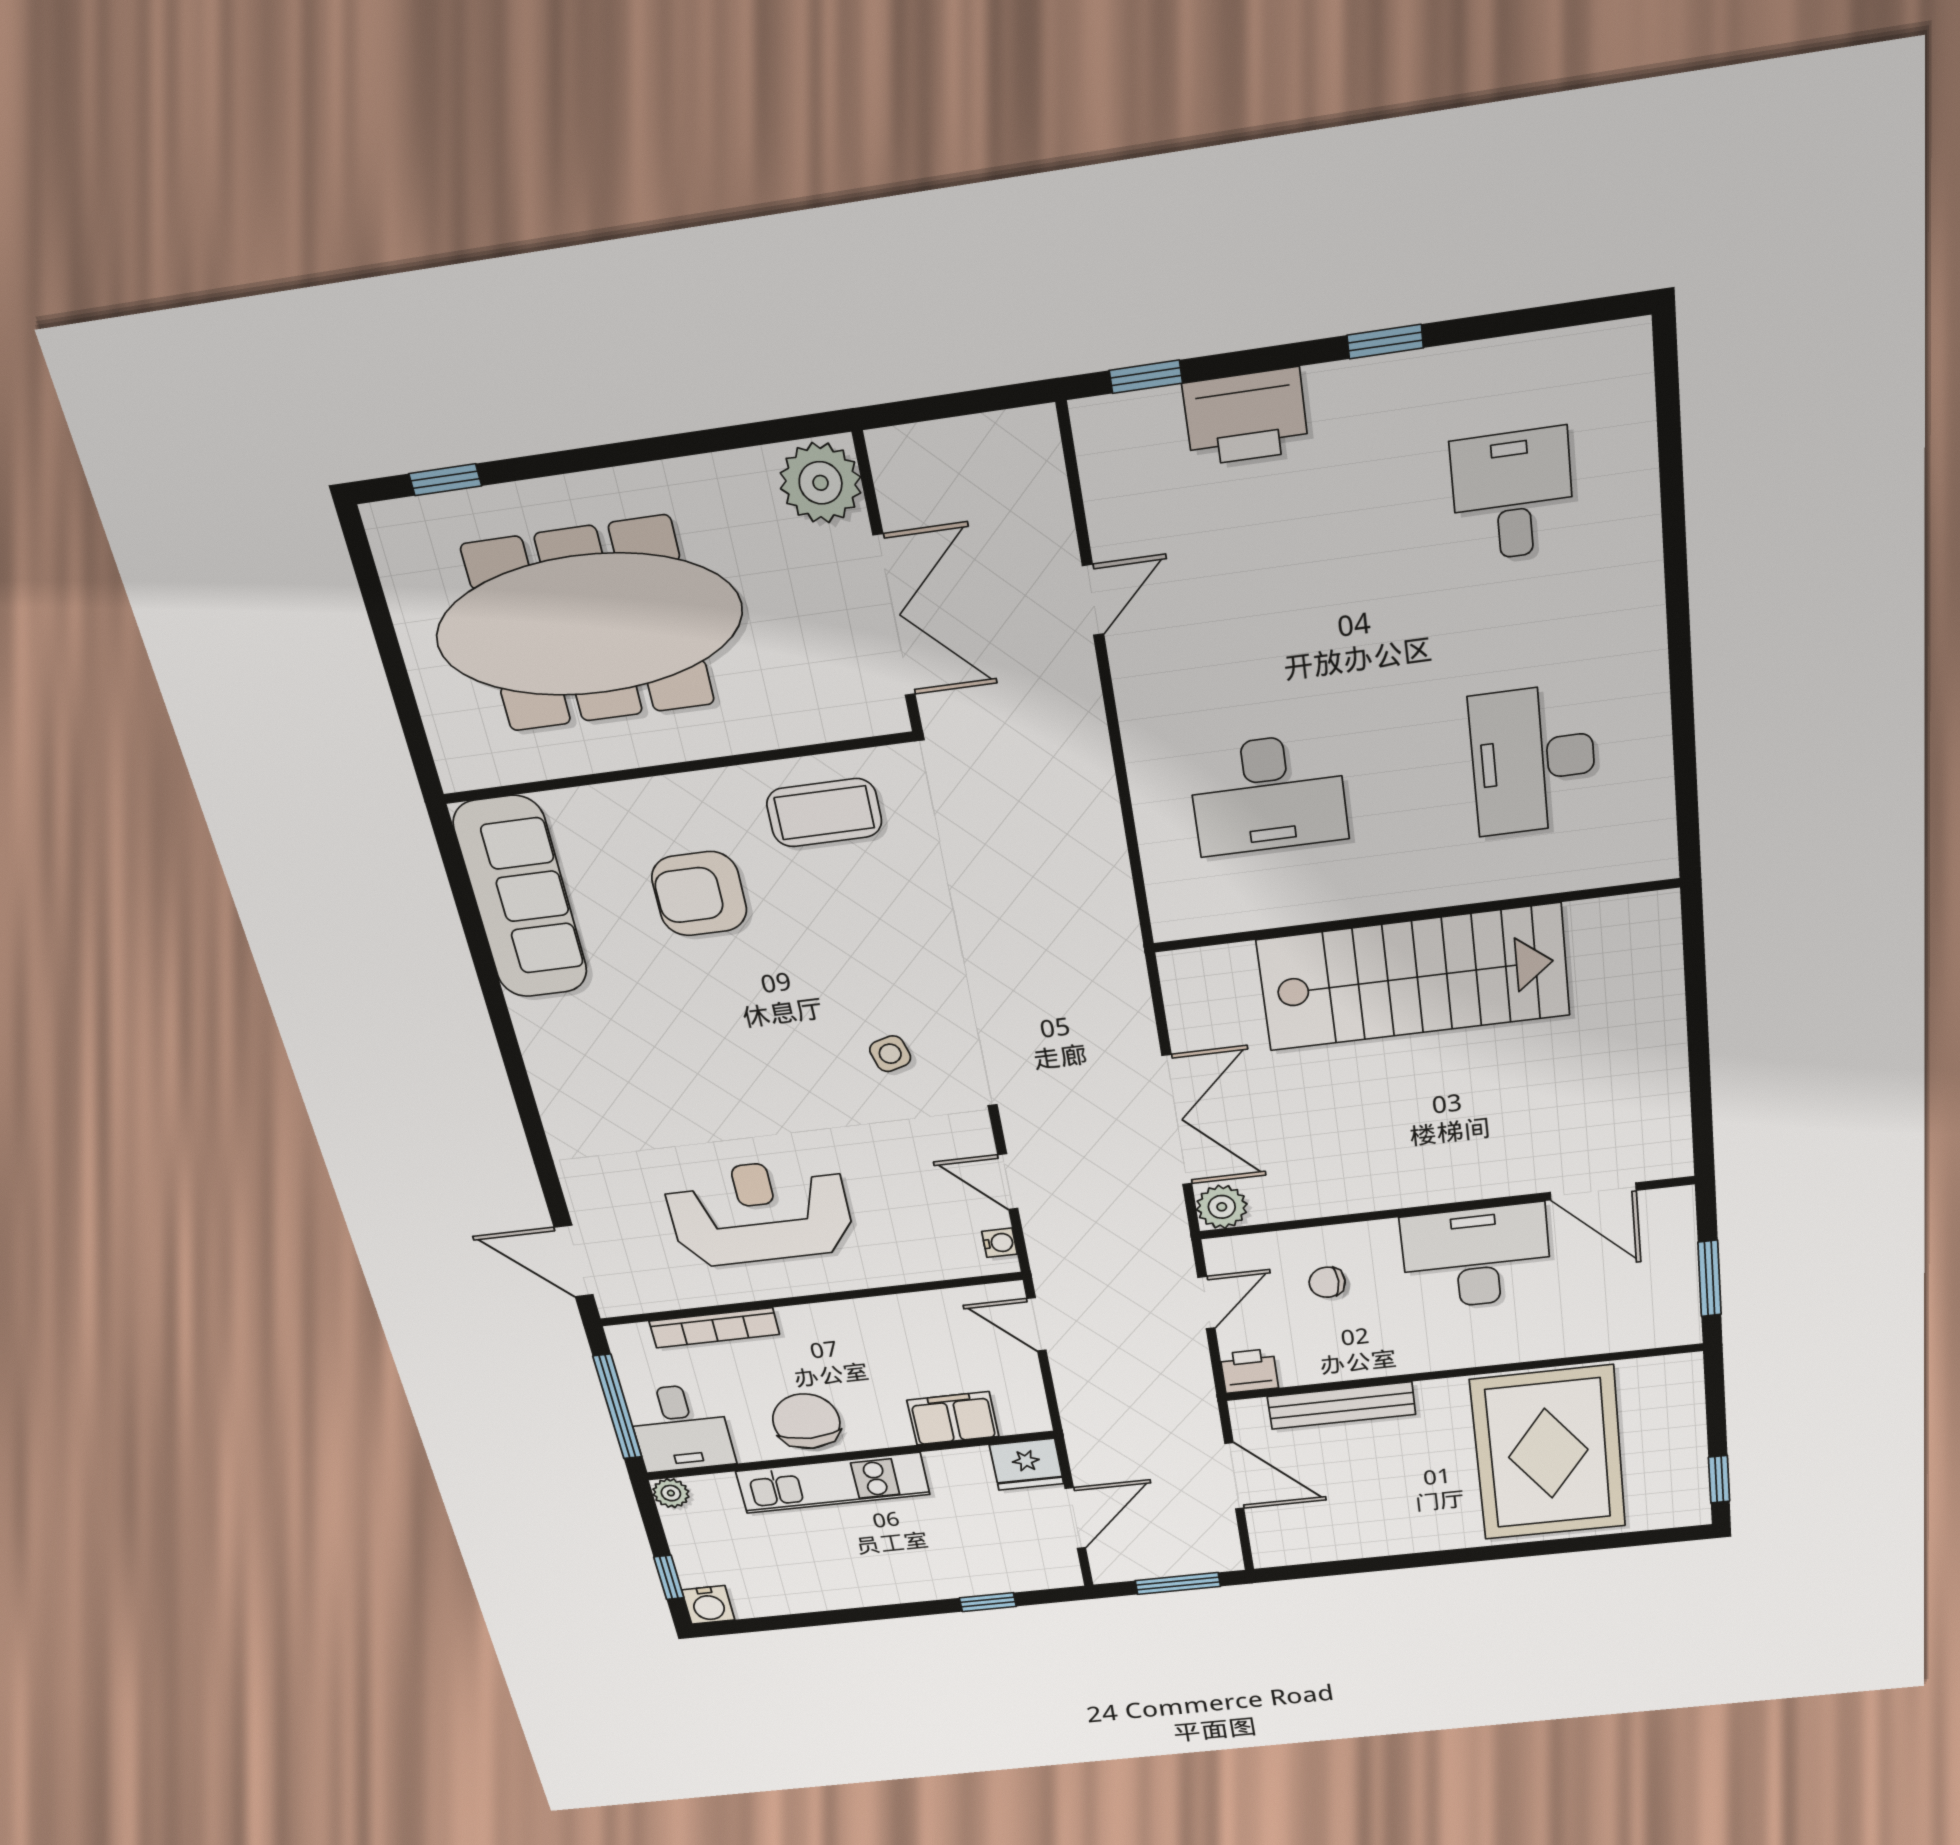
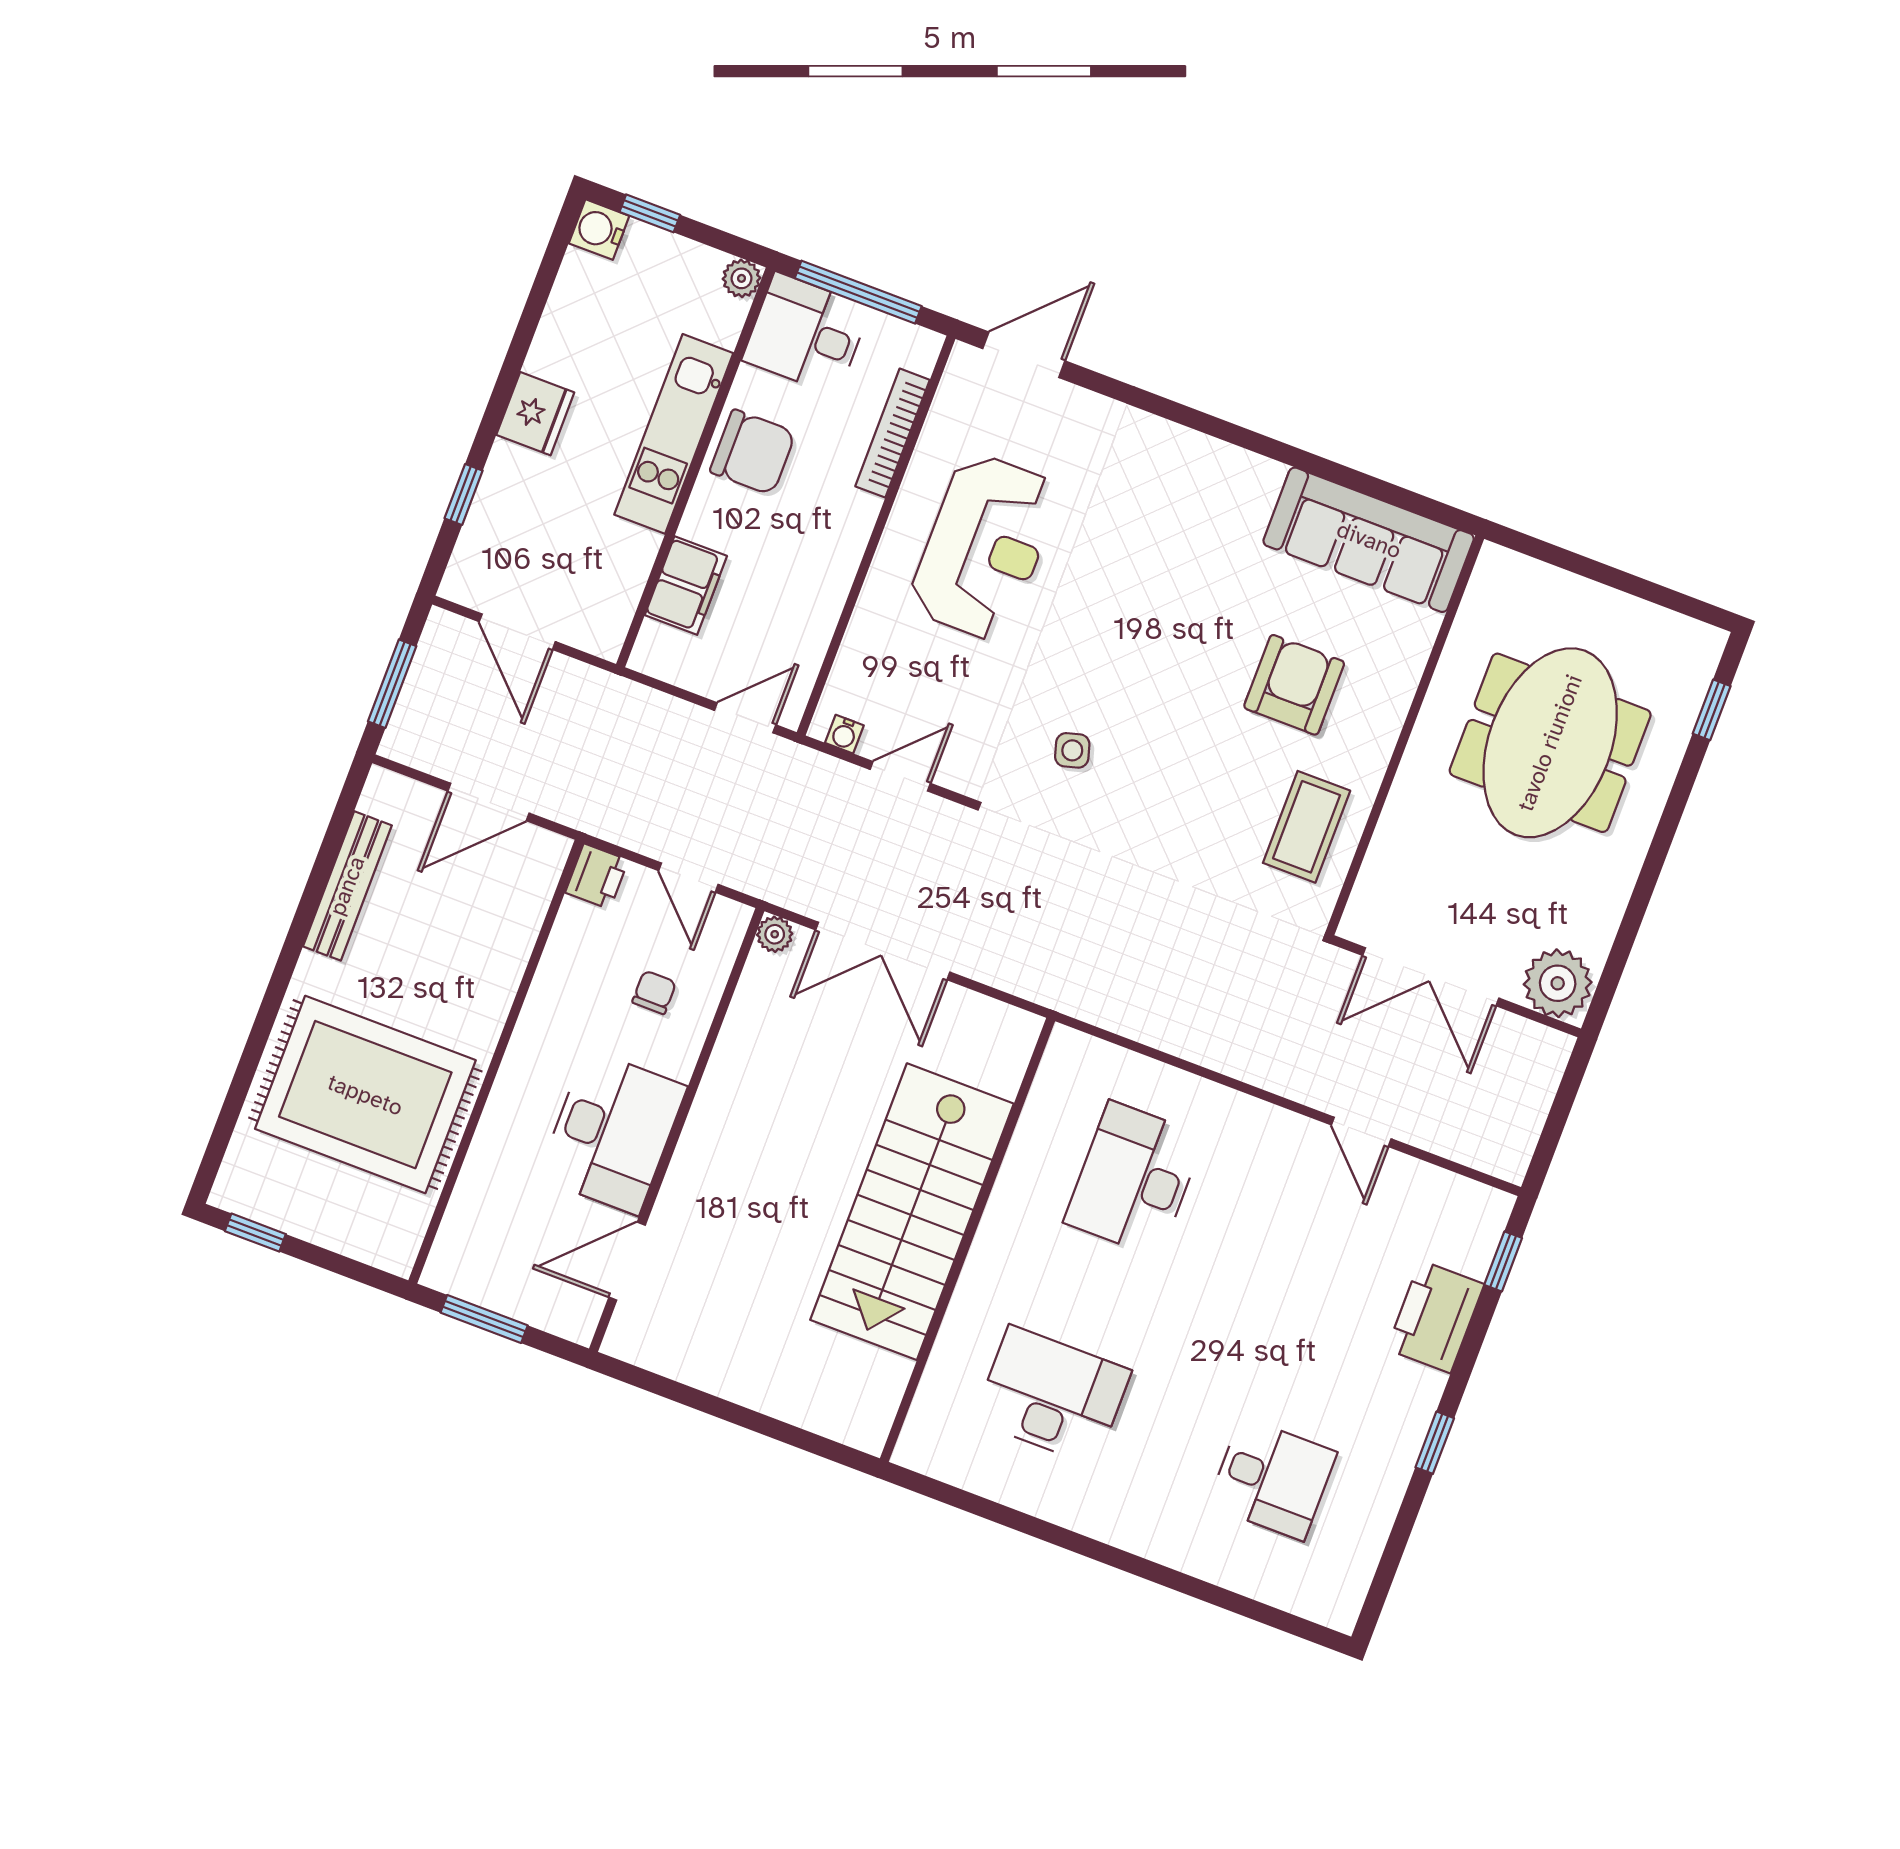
meeting table: (589, 625) -> (1550, 743), width x0.73
plant: (1222, 1207) -> (775, 934), width x0.73, depth x0.73
bench: (1341, 1406) -> (347, 886), moved
fridge: (1027, 1464) -> (535, 414), moved, turned 180

